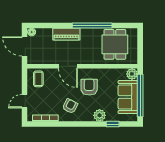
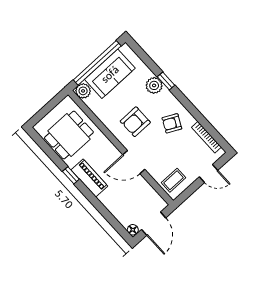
window: (92, 25) -> (71, 175), width x0.32
piano: (66, 34) -> (89, 178), moved
door: (68, 66) -> (134, 162), swing flipped
window: (113, 124) -> (166, 81), moved

